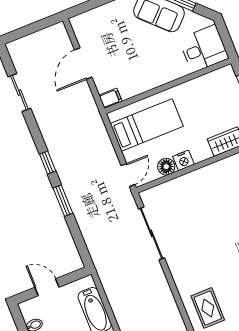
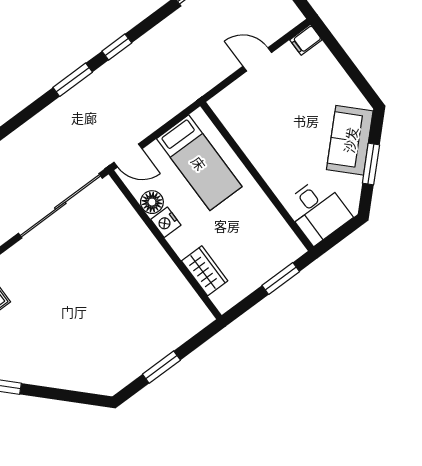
door: (83, 64) -> (257, 59), width x0.73
filing cabinet: (110, 98) -> (306, 40), moved, turned 90
sliding door: (151, 233) -> (60, 206), width x1.36

